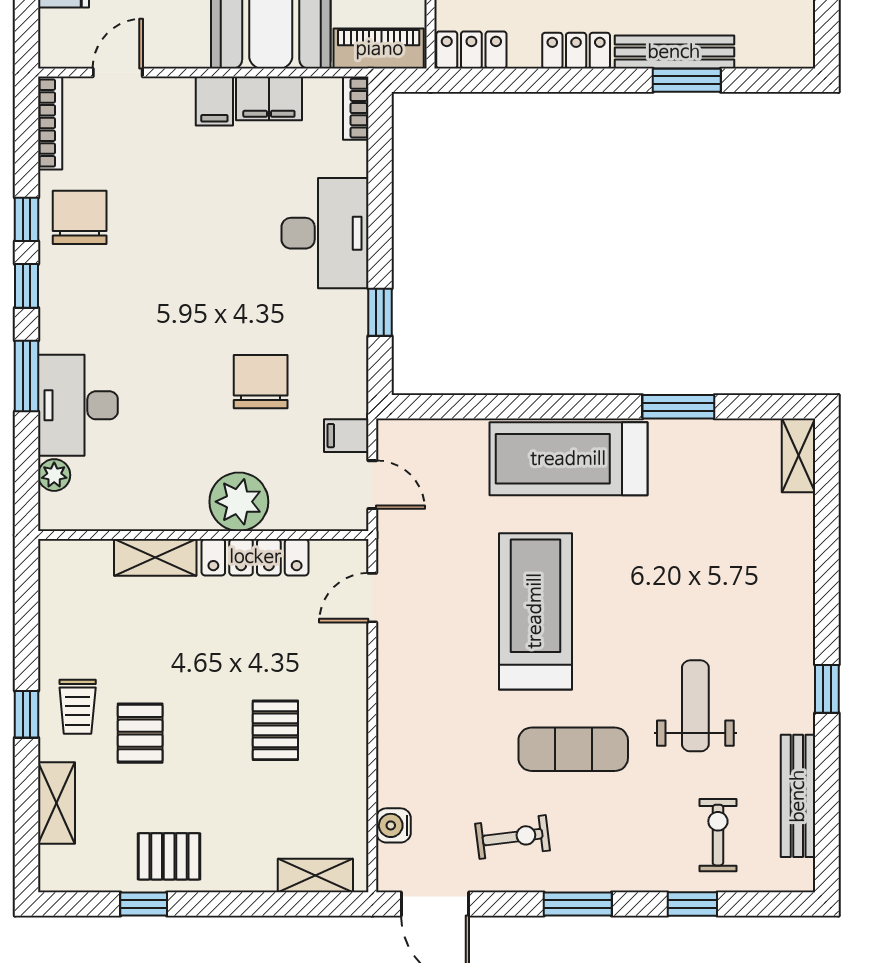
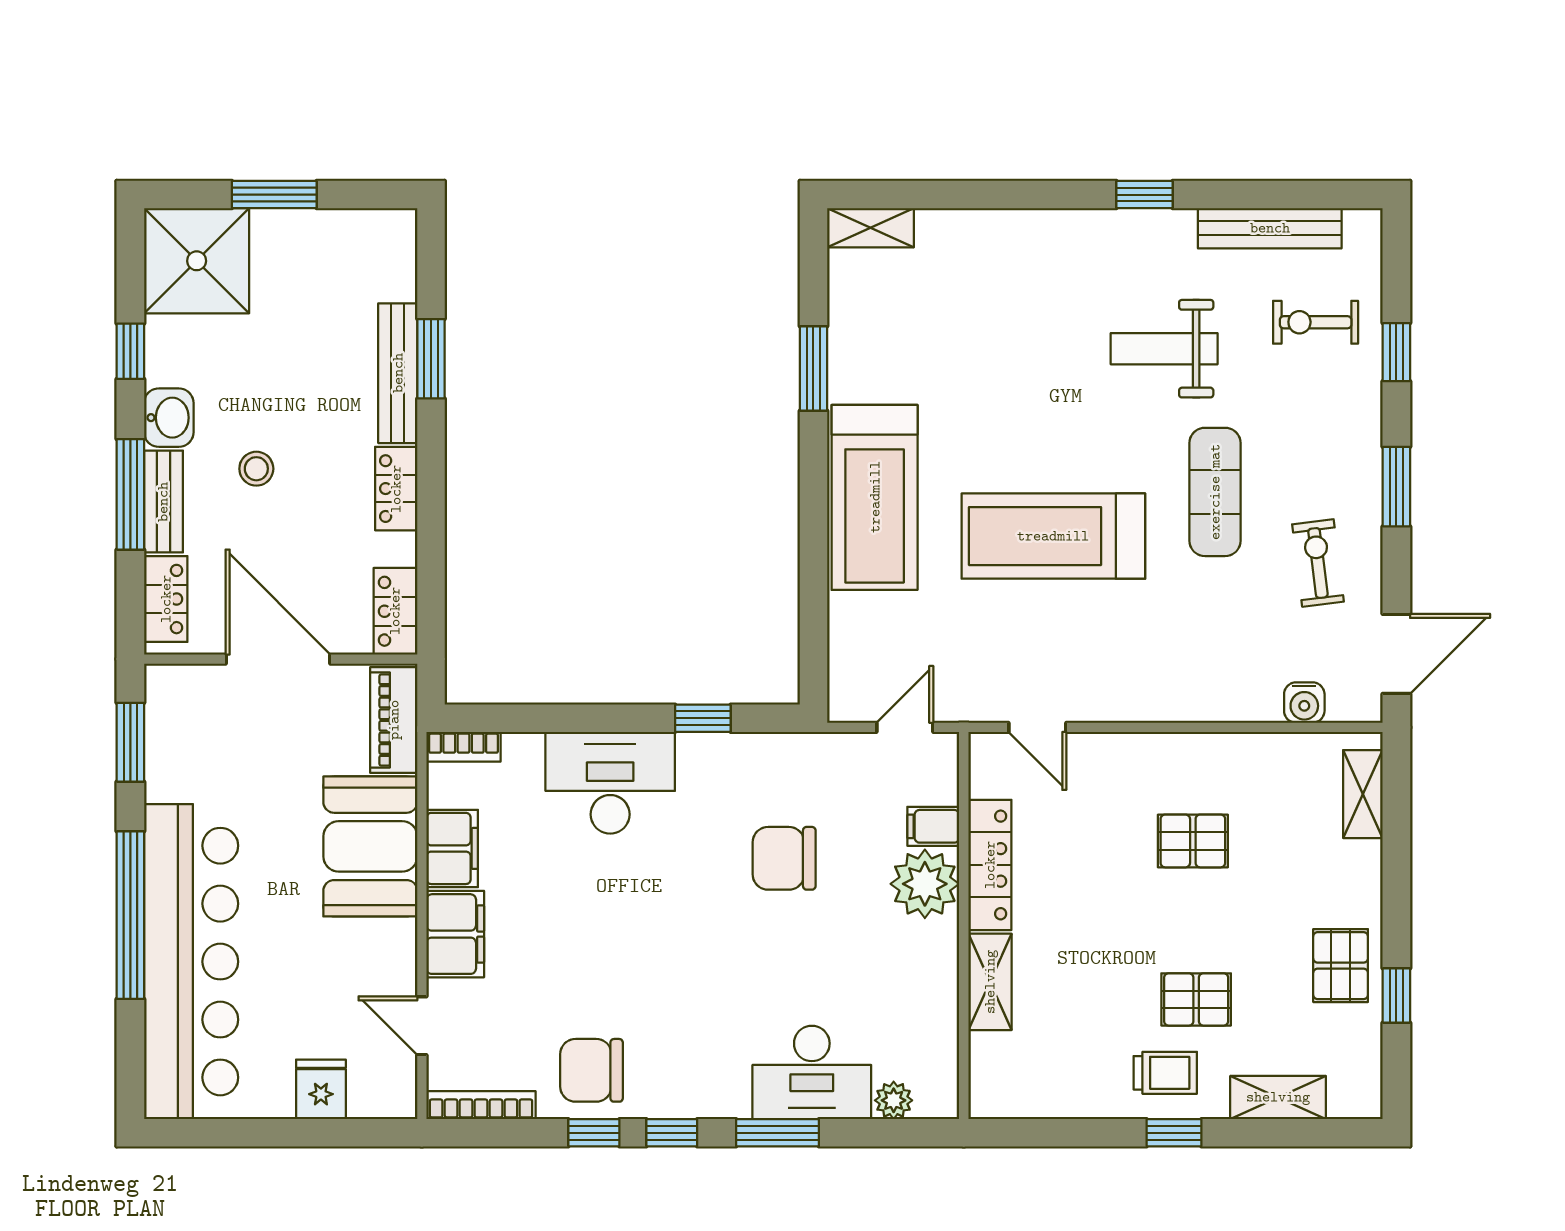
filing cabinet: (214, 101) -> (455, 934), width x2.00
filing cabinet: (346, 436) -> (933, 826), moved, turned 90

